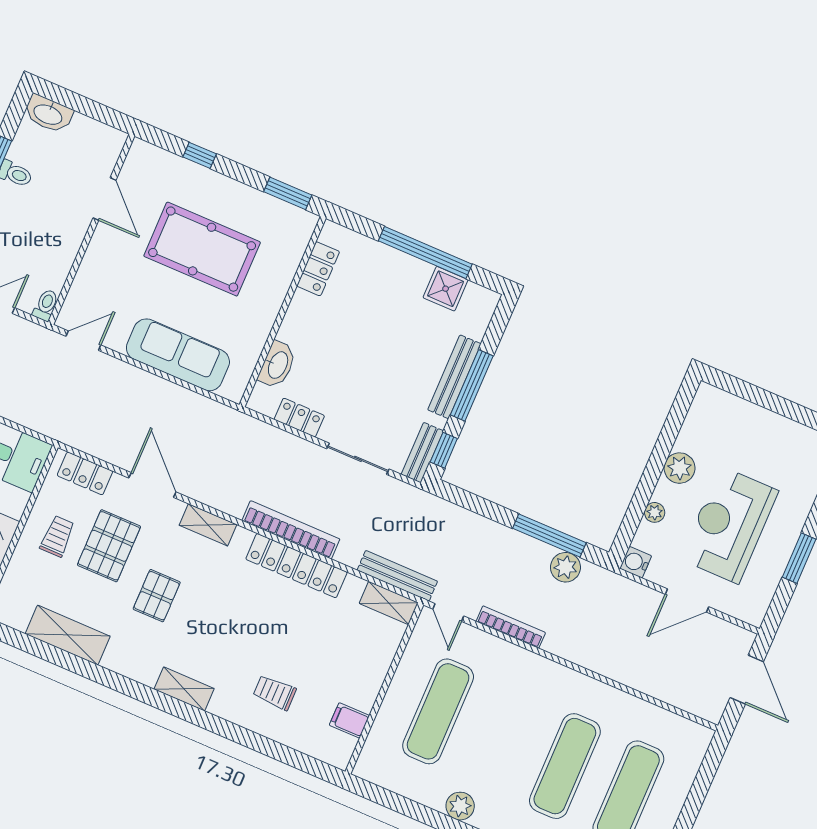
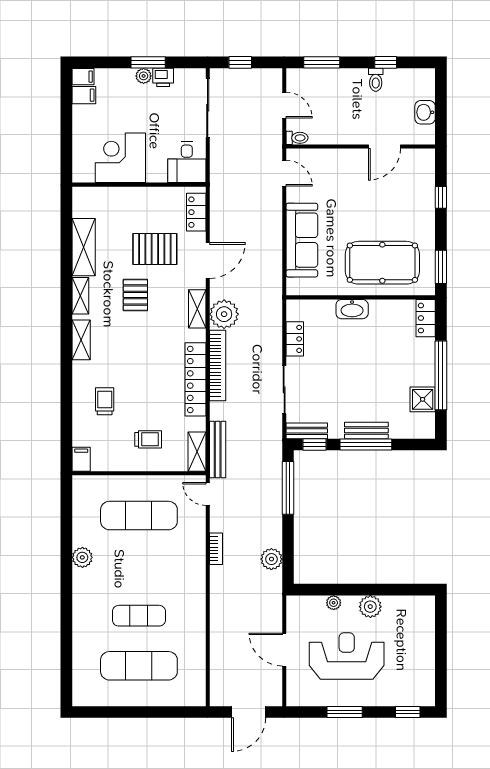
washbasin: (48, 114) -> (425, 112), moved, width x0.72
pool table: (202, 249) -> (382, 263), moved, turned 90
locker: (318, 269) -> (426, 318), moved, turned 90
washbasin: (277, 365) -> (352, 309), moved
bench: (454, 377) -> (366, 430), width x0.73
plant: (229, 494) -> (224, 314), added
trolley: (57, 536) -> (148, 439), moved
window: (549, 536) -> (288, 488), moved
water cooler: (636, 562) -> (295, 604), removed
pallet: (157, 596) -> (135, 295), turned 90
door: (448, 612) -> (208, 494), hinge flipped
bookcase: (511, 627) -> (216, 549), width x0.64
shelving: (128, 666) -> (80, 296), added
filing cabinet: (349, 720) -> (81, 459), moved
exercise mat: (565, 766) -> (139, 616), width x0.73, depth x0.69

